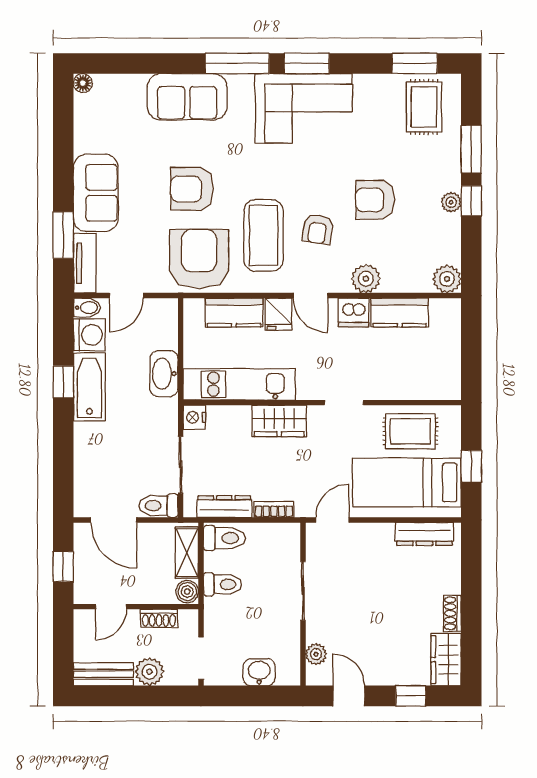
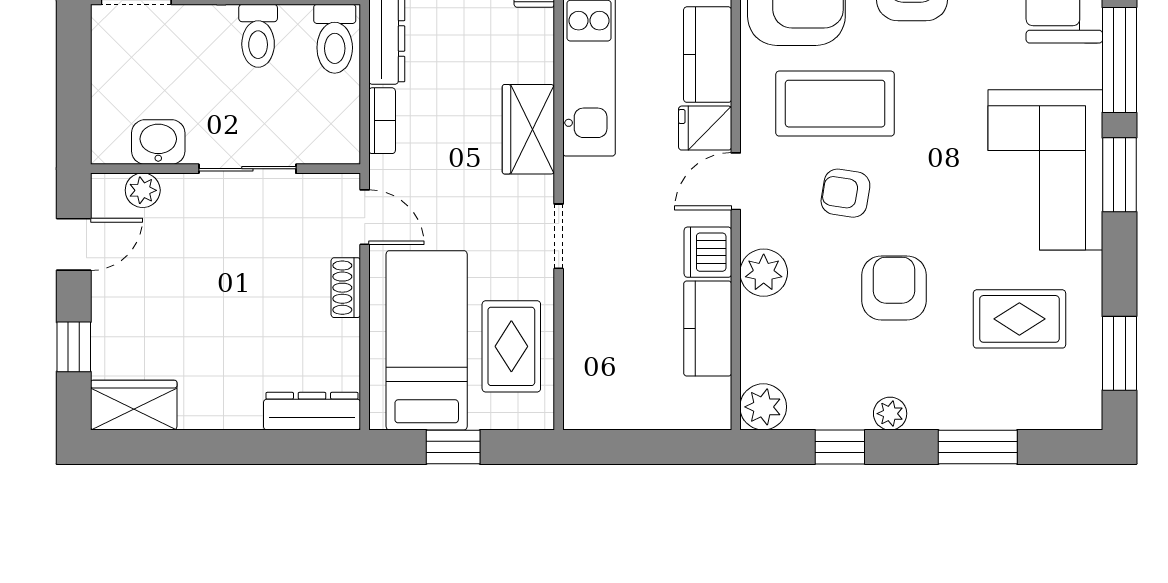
rug: (424, 107) -> (1019, 319), moved
window: (471, 201) -> (840, 447), moved
dresser: (424, 534) -> (312, 411), moved, turned 90
shoe rack: (452, 613) -> (346, 288), moved, turned -90
washbasin: (259, 672) -> (158, 142), moved, turned -90

